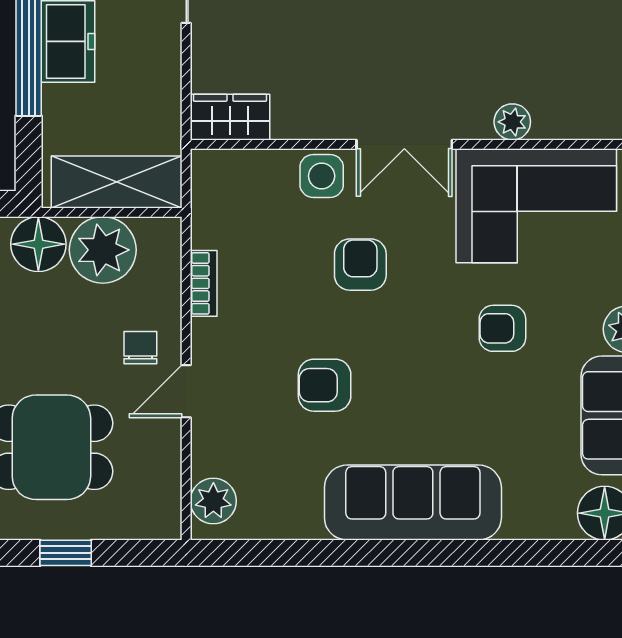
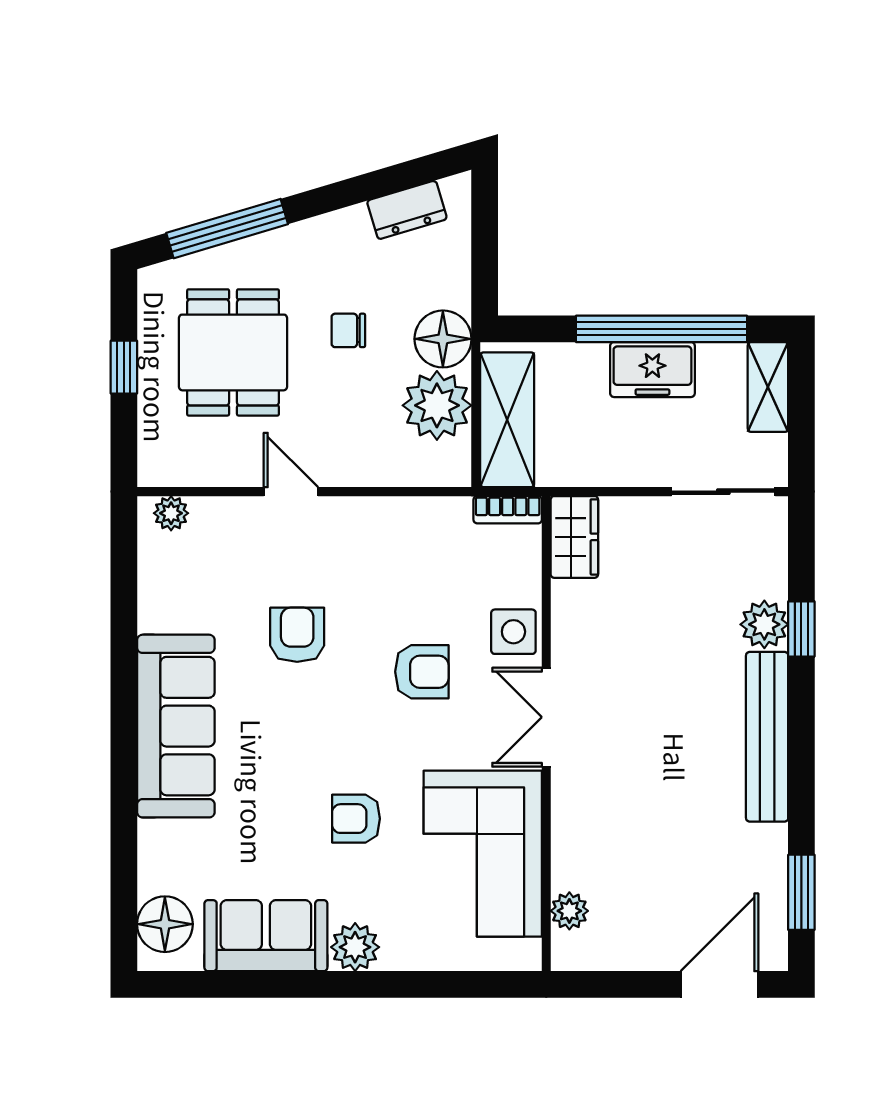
plant: (512, 122) -> (569, 911), moved
bookcase: (204, 283) -> (508, 510), moved
armchair: (502, 328) -> (356, 819), turned -90
chair: (140, 348) -> (348, 330), moved, turned 180
plant: (213, 501) -> (171, 513), width x0.73, depth x0.73

